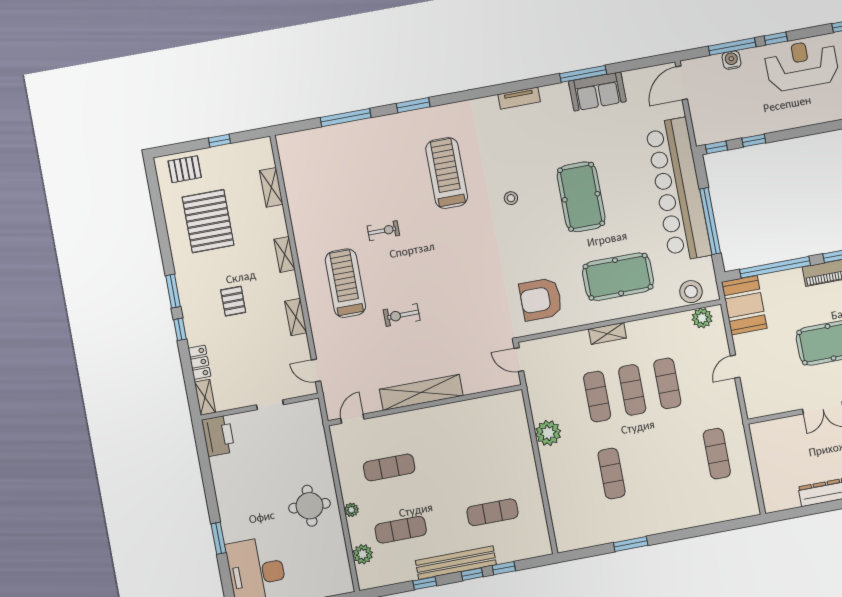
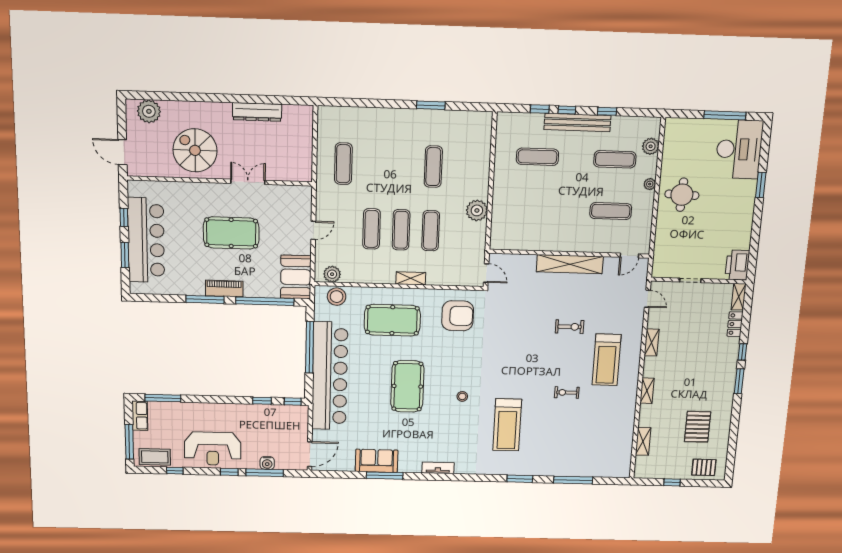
pallet: (208, 221) -> (698, 427), width x0.73, depth x0.71
pallet: (233, 301) -> (696, 364), removed

